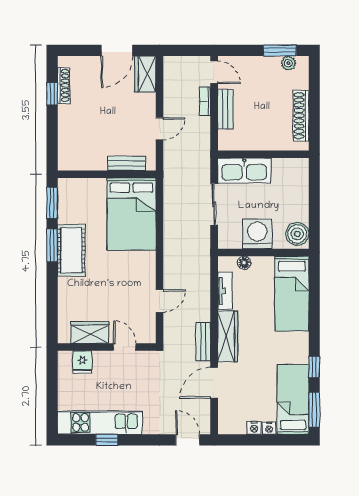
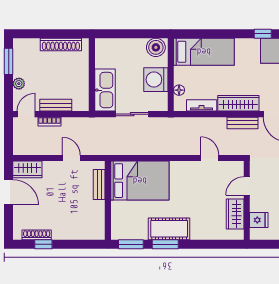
plant: (288, 63) -> (19, 84), moved

